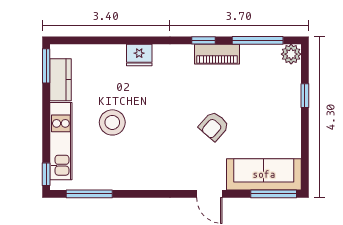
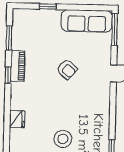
window: (258, 40) -> (9, 38), width x0.69
plant: (291, 54) -> (19, 15), removed
sofa: (264, 174) -> (87, 21), moved, turned -90

